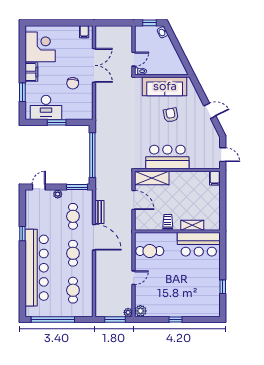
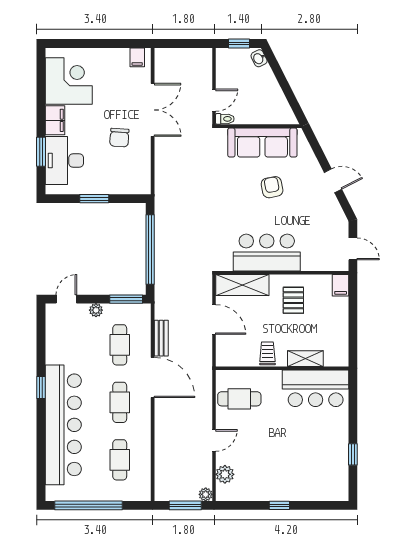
desk: (46, 107) -> (64, 160), moved, turned 90
pallet: (184, 188) -> (293, 300), added
window: (22, 234) -> (41, 388), moved
plant: (140, 311) -> (225, 474), moved

